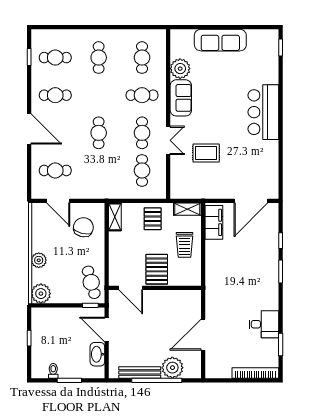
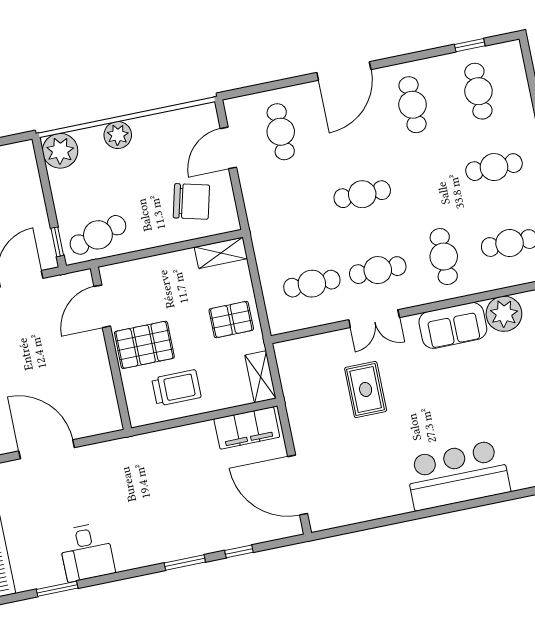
trolley: (185, 245) -> (176, 388), moved, turned 180

